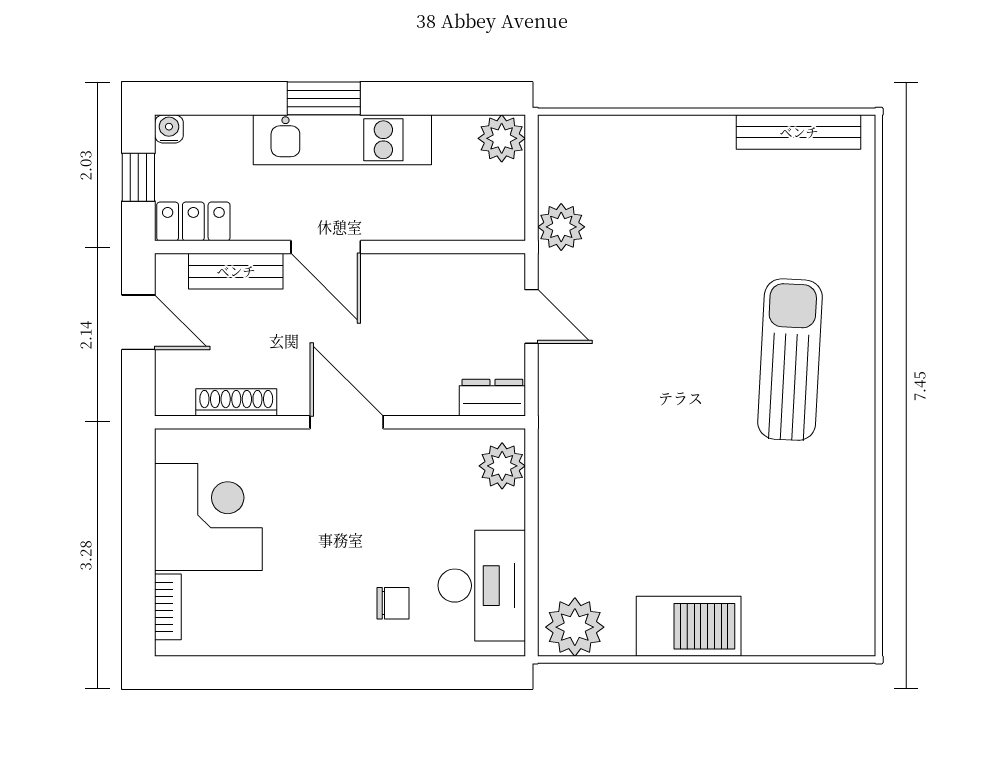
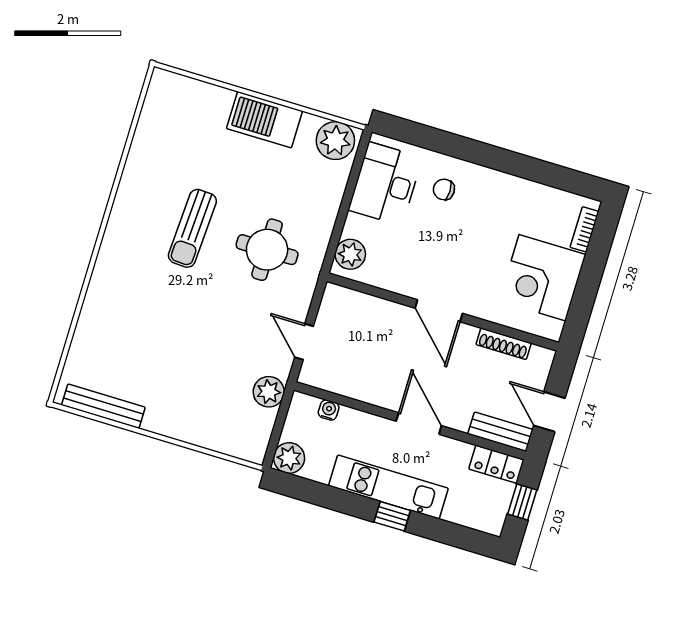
window: (324, 98) -> (392, 516), width x0.67
water cooler: (169, 129) -> (329, 410), moved, turned 180
bench: (236, 271) -> (500, 432), moved
sun lounger: (790, 360) -> (192, 228), moved, width x0.73, depth x0.75
dresser: (492, 398) -> (343, 299), removed
round table: (627, 436) -> (267, 250), added

